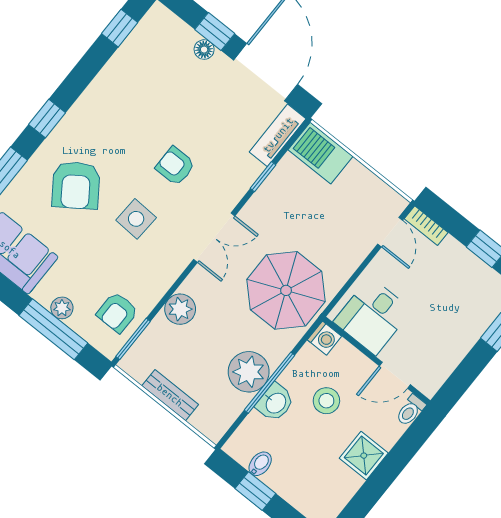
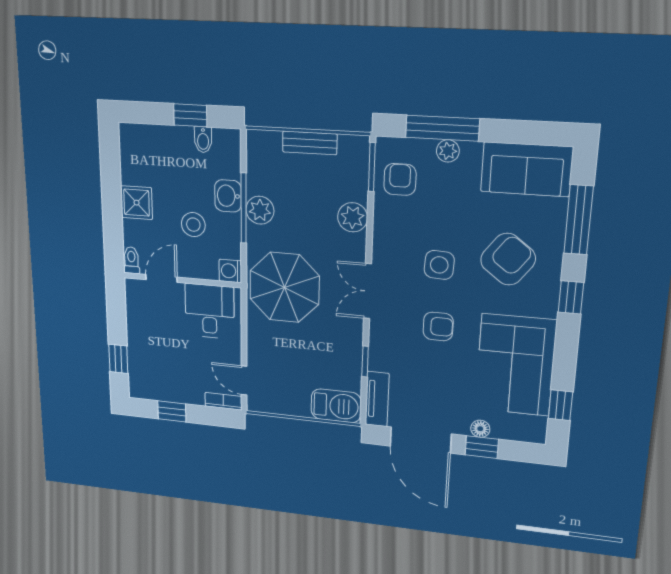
corner sofa: (133, 89) -> (516, 365), added
armchair: (76, 185) -> (508, 259), turned 72
plant: (249, 372) -> (260, 210), width x0.73, depth x0.73

